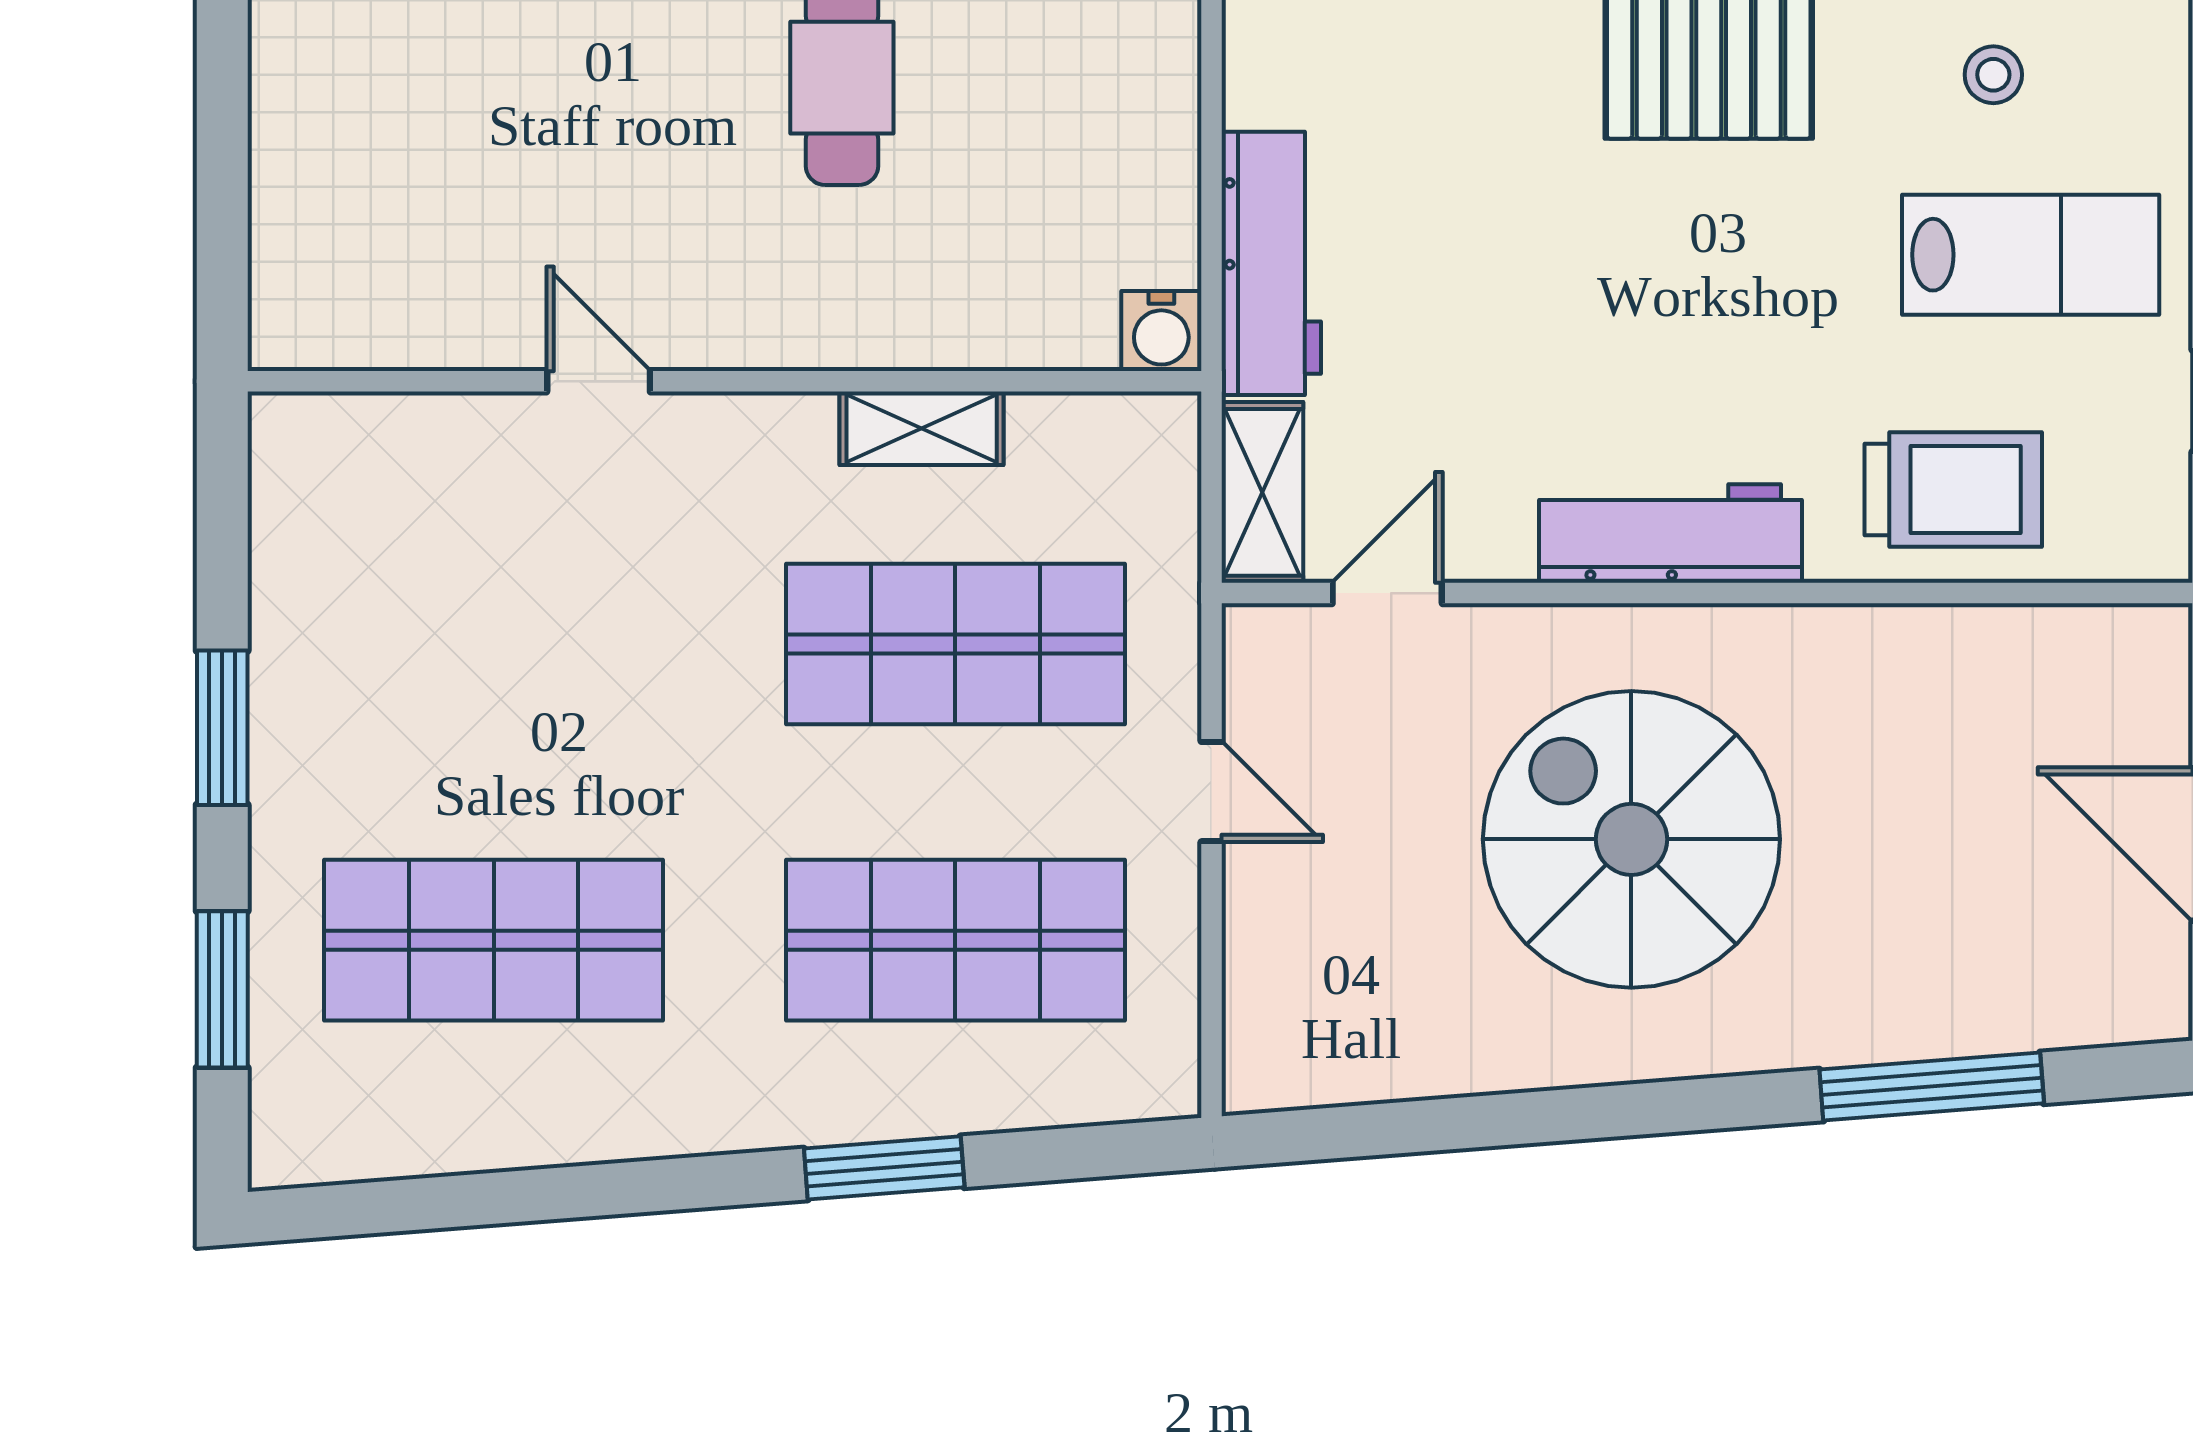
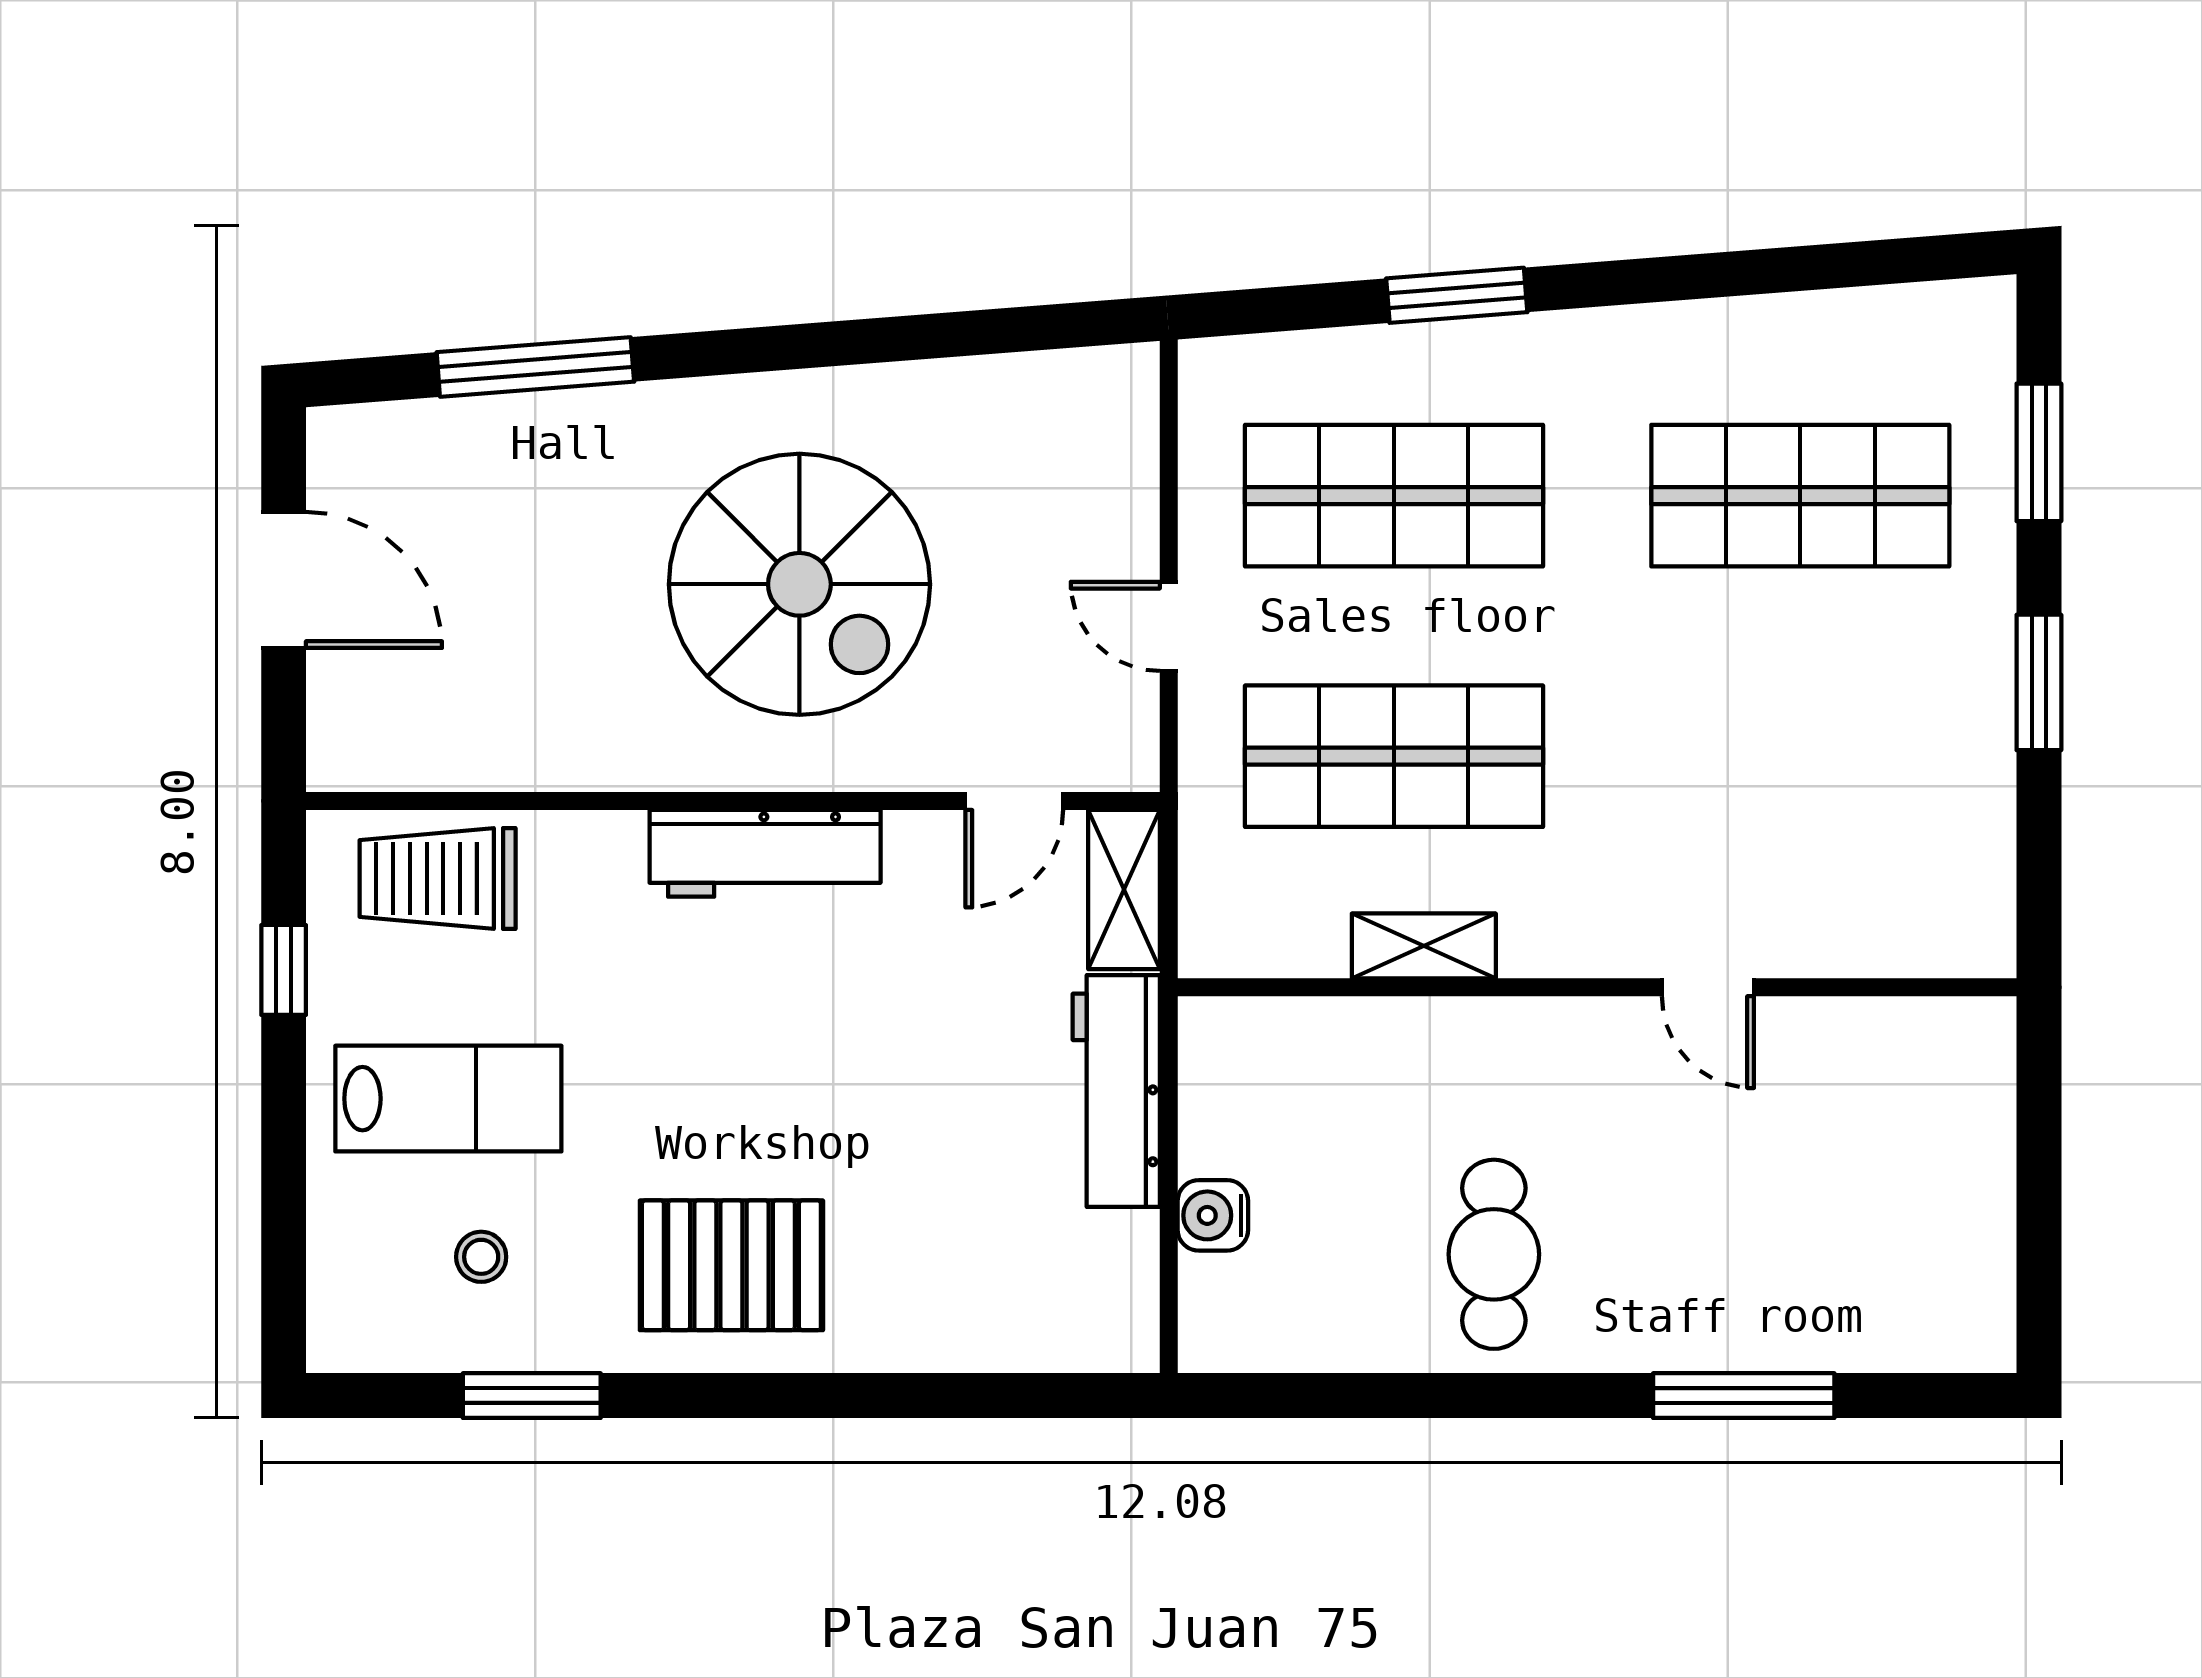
lab bench: (2031, 255) -> (448, 1099), turned 180
water cooler: (1161, 331) -> (1213, 1215), moved, turned -90
trolley: (1953, 490) -> (438, 879), moved

